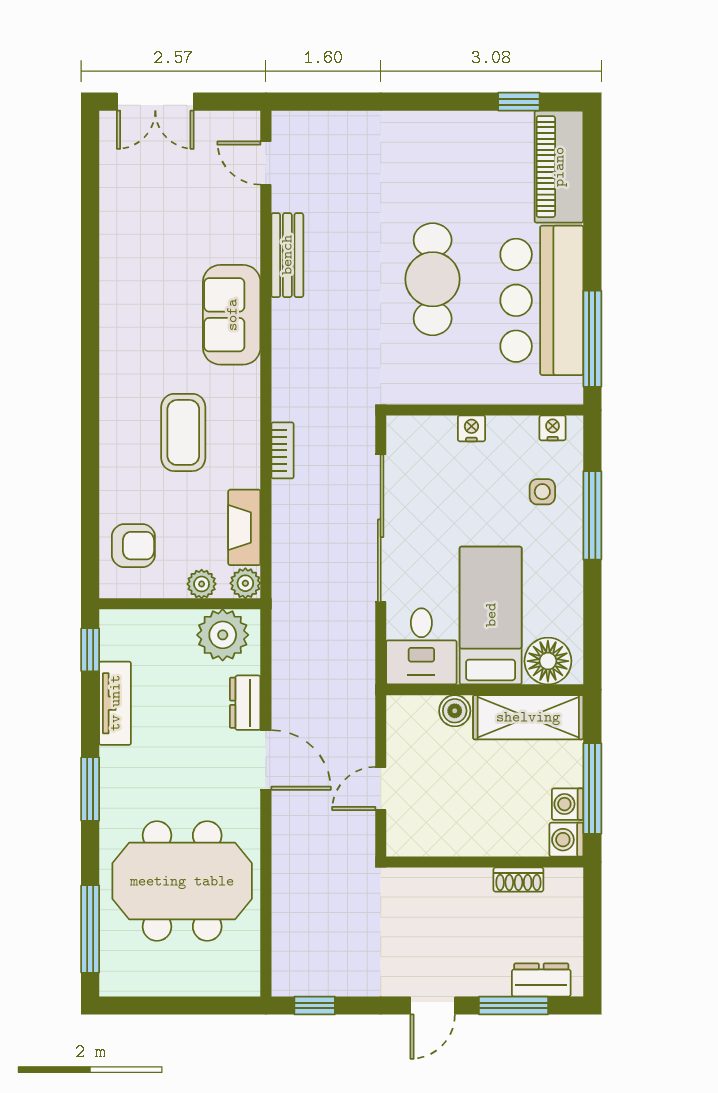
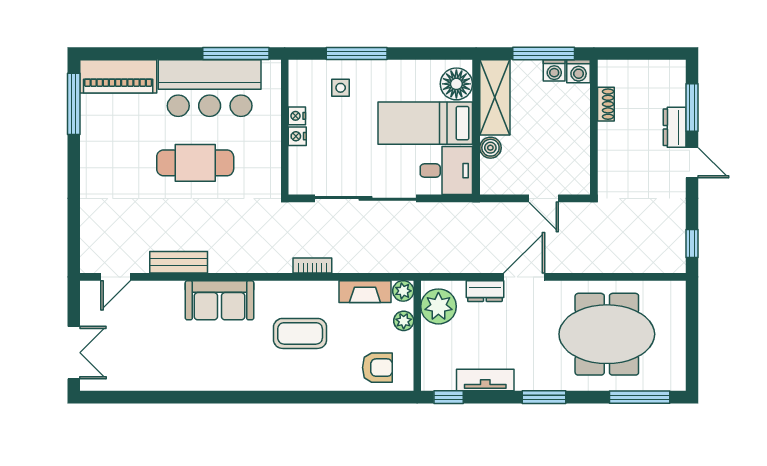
window: (519, 102) -> (74, 104), width x2.17
nightstand: (553, 428) -> (297, 116), moved
armchair: (133, 546) -> (377, 368), turned 90
meeting table: (182, 881) -> (607, 334), turned 90
dresser: (541, 980) -> (675, 127), moved

